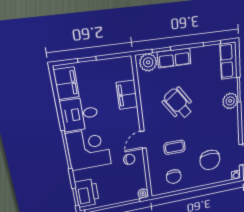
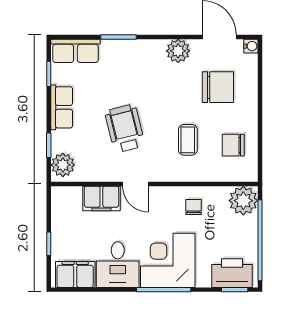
row of seats: (174, 58) -> (62, 107), moved
plant: (230, 101) -> (178, 51), moved
wheelchair: (178, 104) -> (125, 128), turned 111
door: (143, 140) -> (135, 184), moved
chair: (174, 177) -> (233, 145), turned 180
plant: (143, 193) -> (243, 201), width x1.88, depth x1.88

